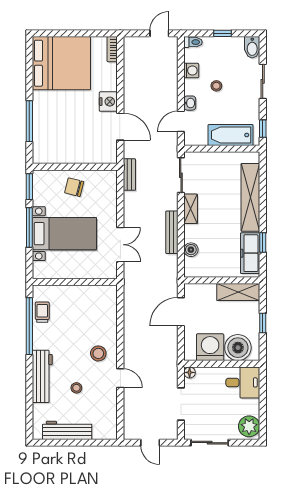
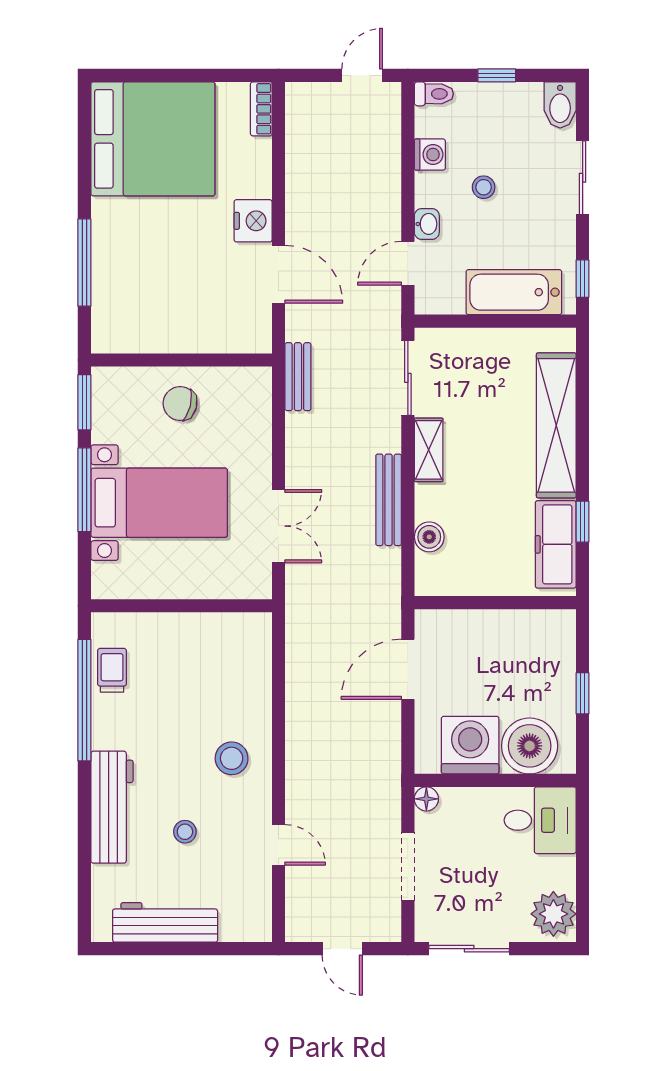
shelving: (238, 292) -> (530, 627), removed
door: (120, 378) -> (278, 845), moved

